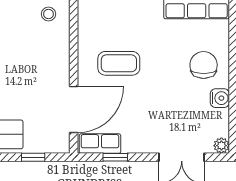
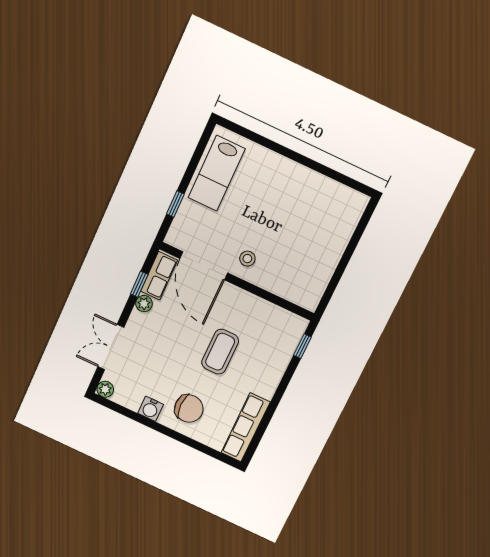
stool: (49, 14) -> (247, 259), moved
coffee table: (119, 63) -> (220, 352), moved
plant: (130, 146) -> (144, 304), added

